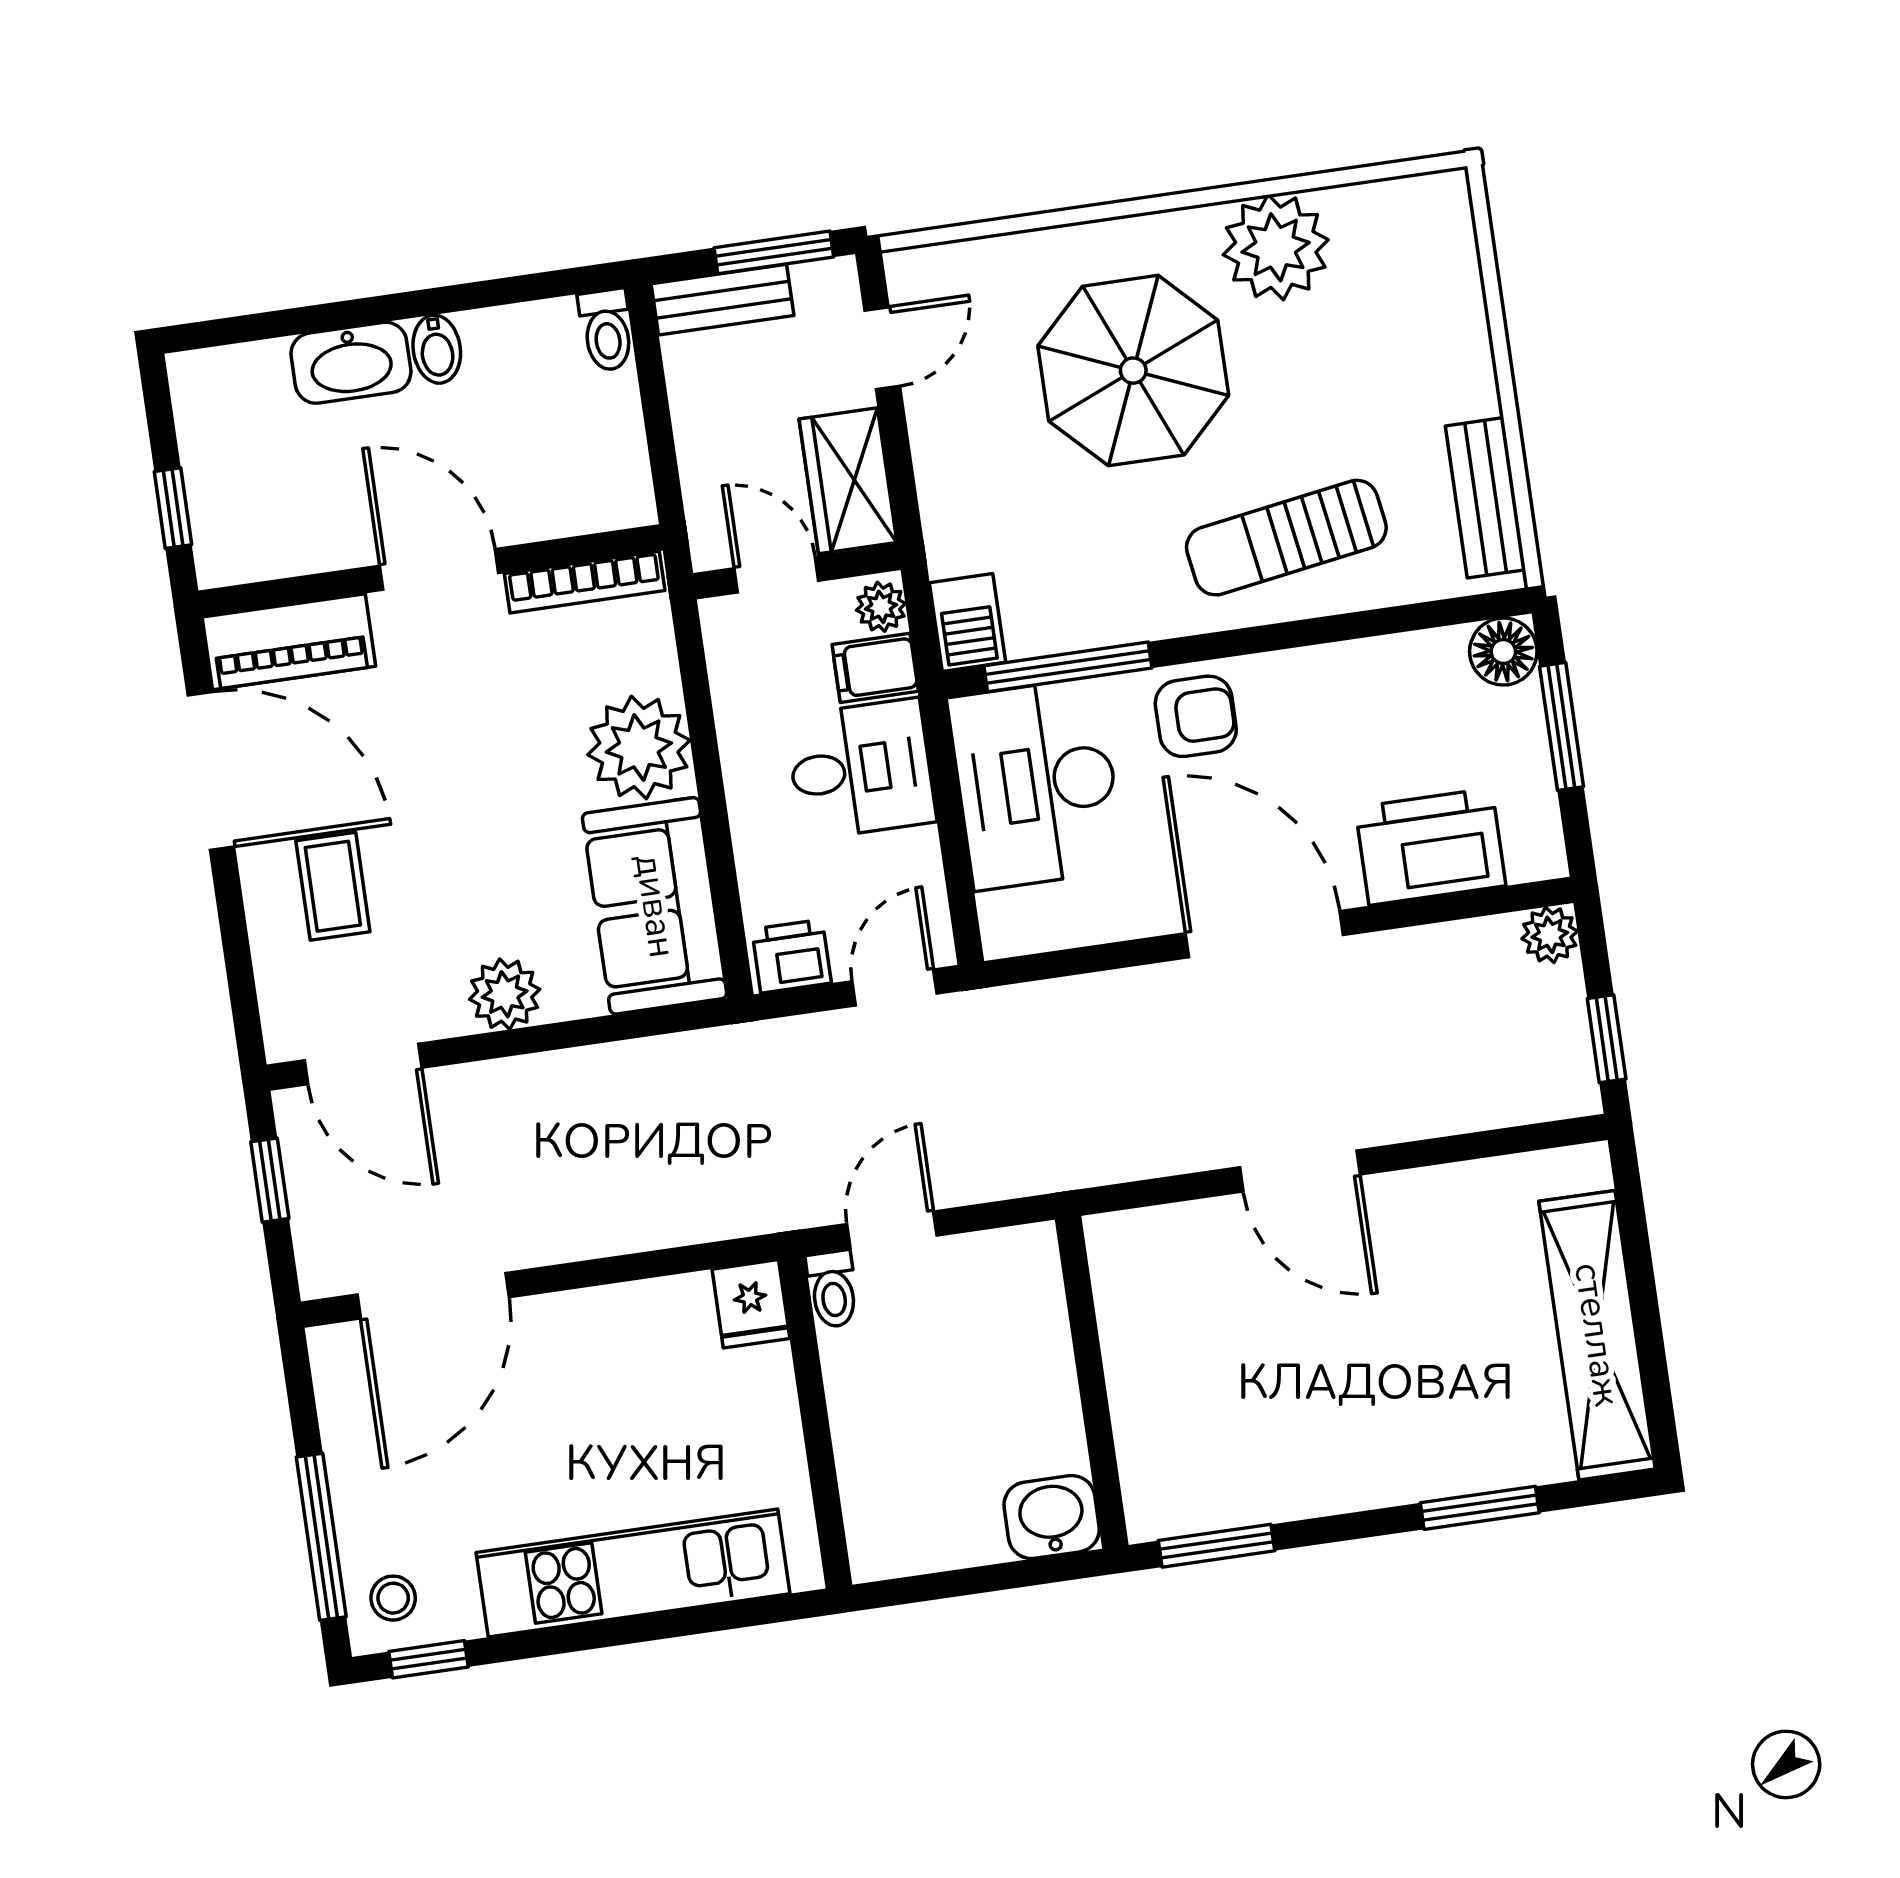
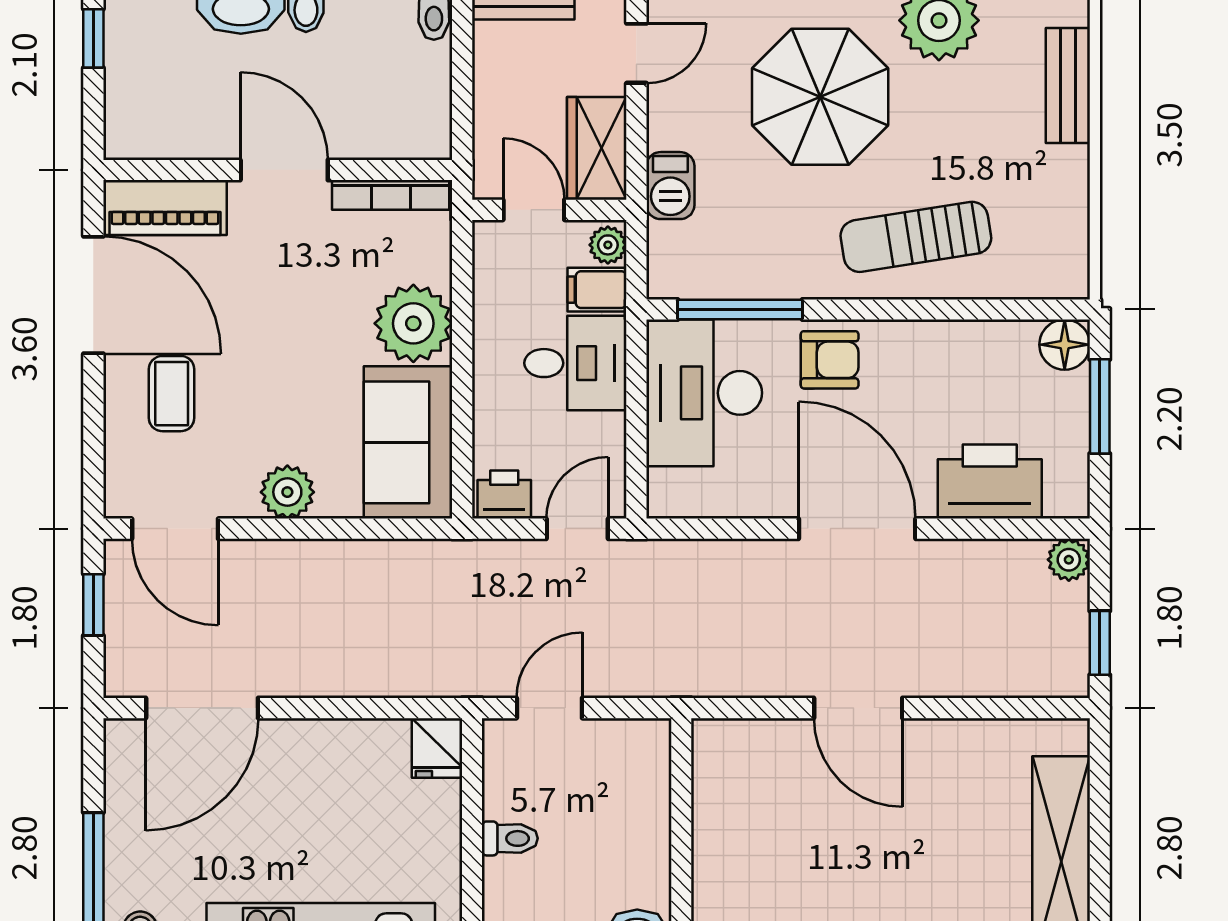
bench: (1485, 498) -> (1068, 85), moved
window: (173, 508) -> (93, 38), moved
barbecue: (967, 622) -> (670, 186), moved
toilet: (833, 1289) -> (510, 838), moved, turned -90

